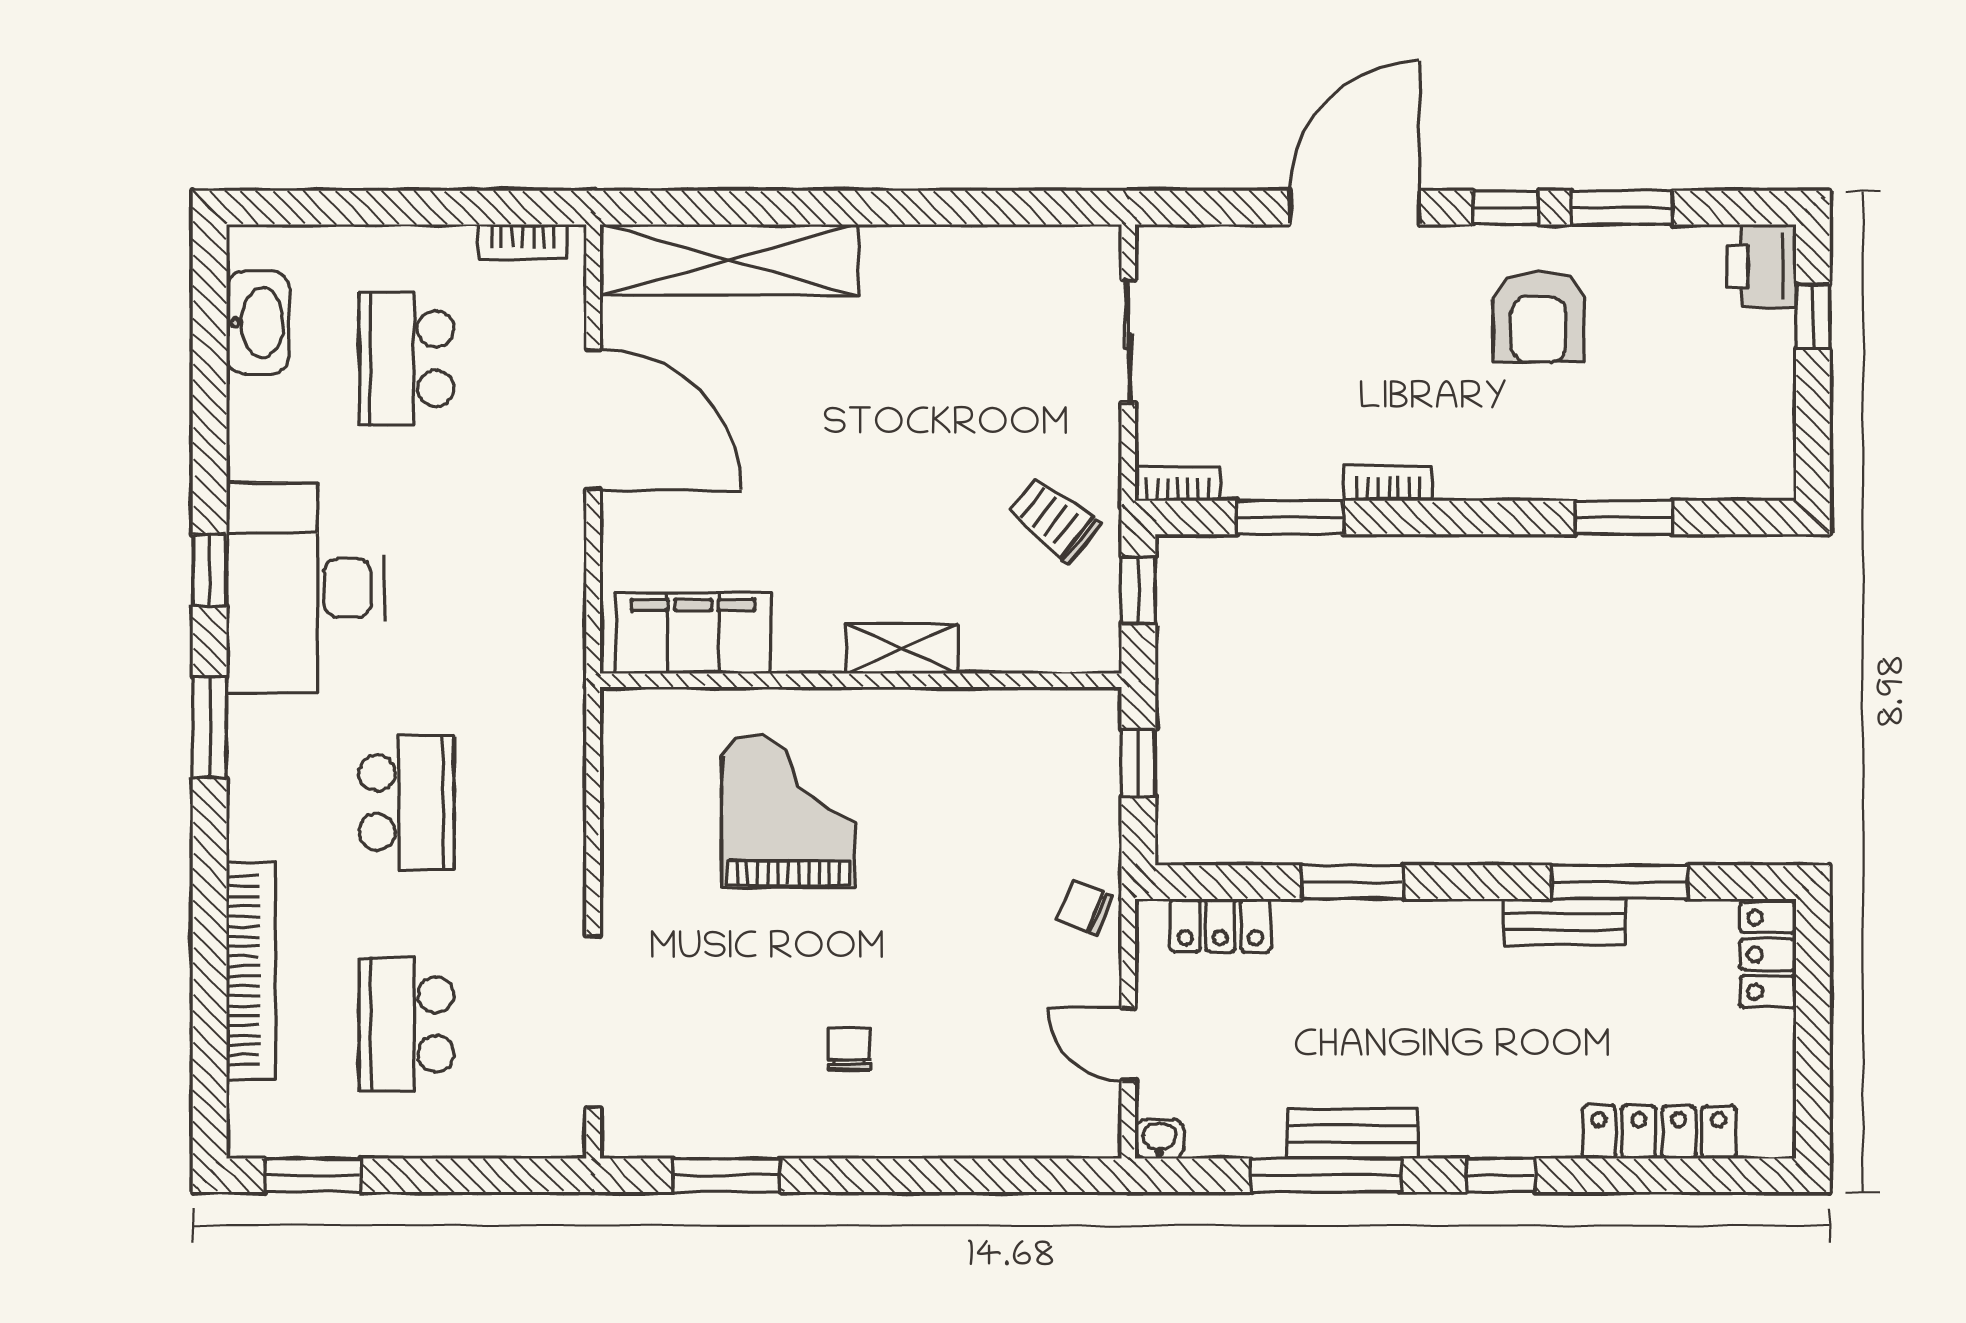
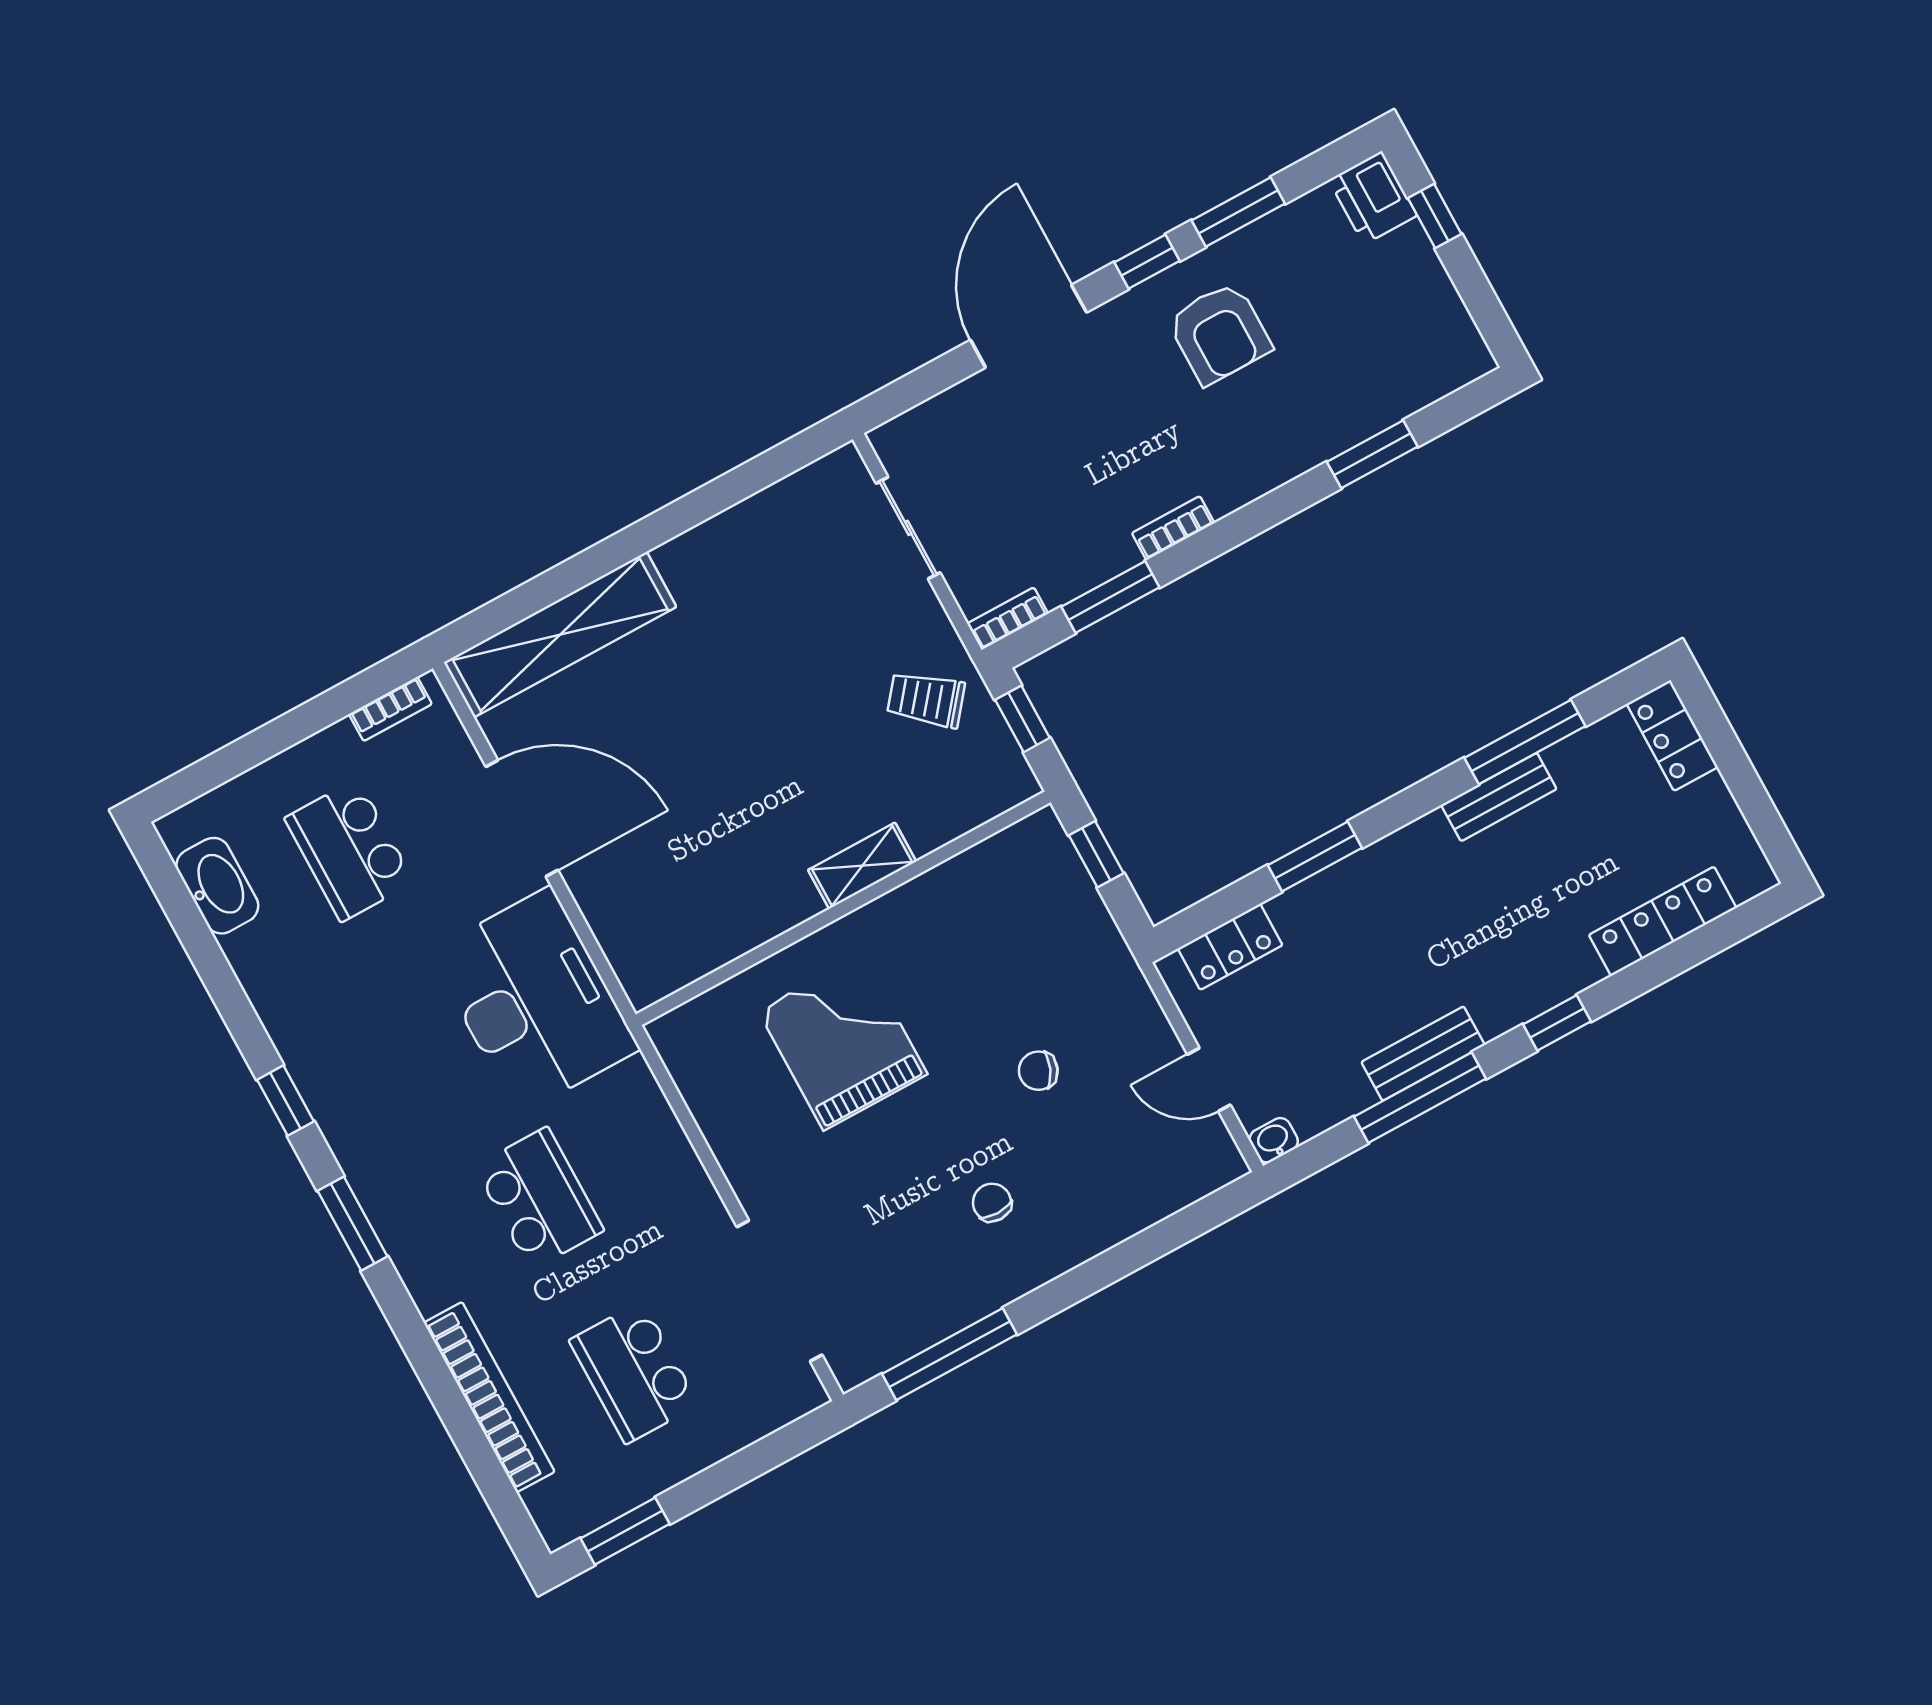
desk: (305, 588) -> (534, 1001), moved, turned 180
filing cabinet: (693, 633) -> (692, 943), removed
chair: (1085, 907) -> (1038, 1071), moved
window: (726, 1175) -> (950, 1354), width x1.44

